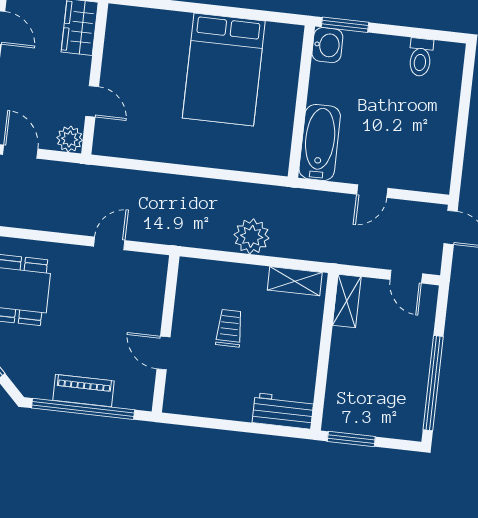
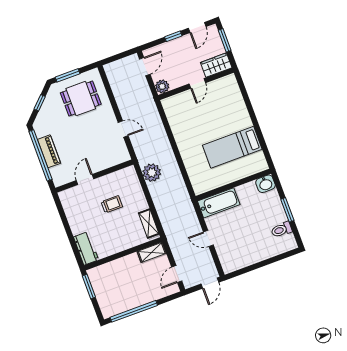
window: (345, 25) -> (287, 210), moved
bed: (224, 70) -> (232, 147), width x0.67
door: (92, 101) -> (197, 83), moved
plant: (252, 236) -> (152, 173), moved

